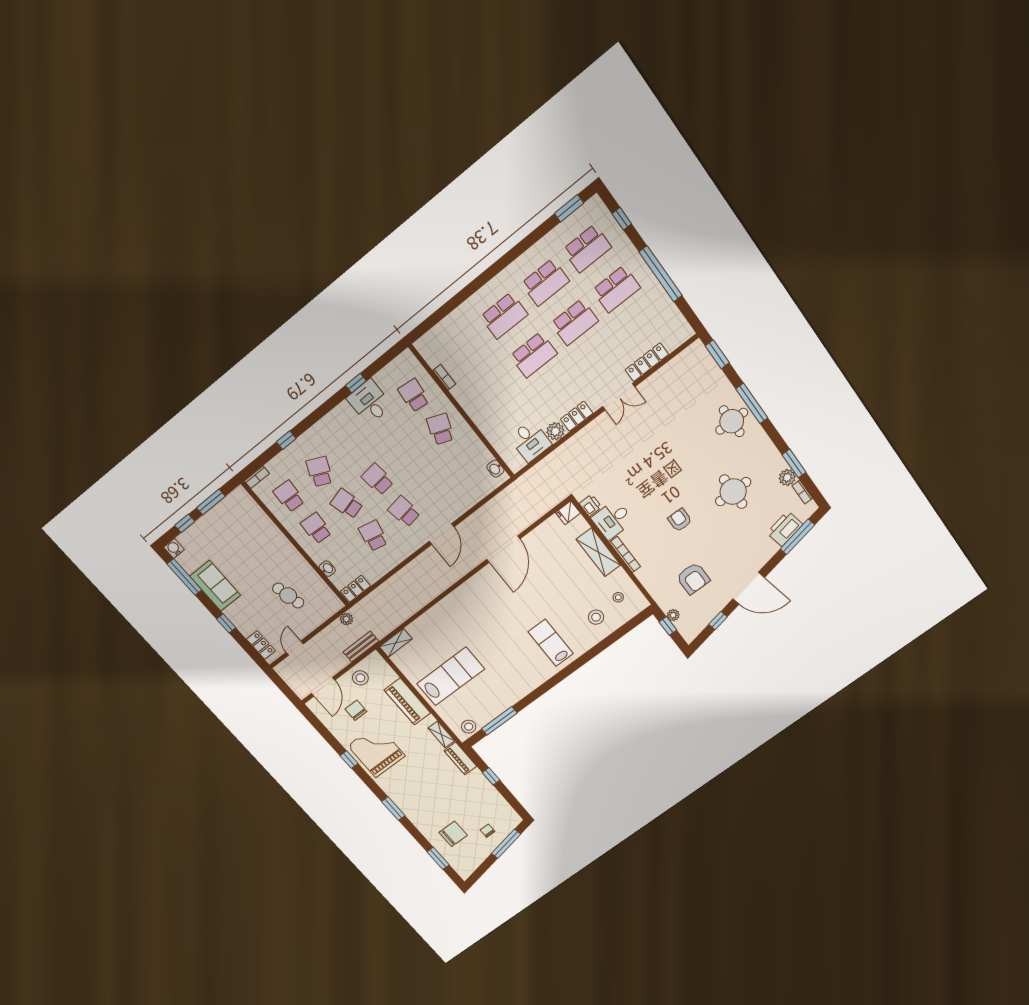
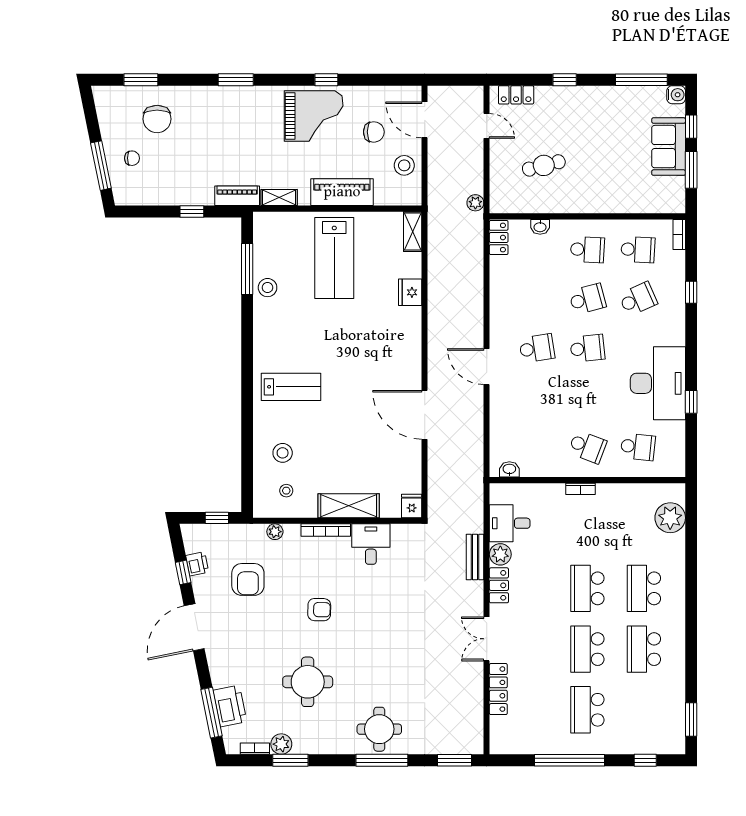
school desk: (587, 248) -> (644, 710), removed
plant: (443, 336) -> (670, 518), added
bookcase: (444, 377) -> (581, 489), moved
desk: (370, 402) -> (658, 383), width x1.87, depth x1.30
school desk: (320, 471) -> (638, 299), turned -48
printer: (590, 505) -> (197, 564), moved, turned -101
school desk: (373, 536) -> (537, 299), removed
armchair: (693, 578) -> (248, 579), turned -90
sofa: (215, 586) -> (669, 147), moved, turned 90
plant: (673, 615) -> (275, 532), moved
fridge: (434, 616) -> (410, 292), added
bench: (361, 647) -> (475, 557), moved
stool: (469, 727) -> (268, 288), moved

